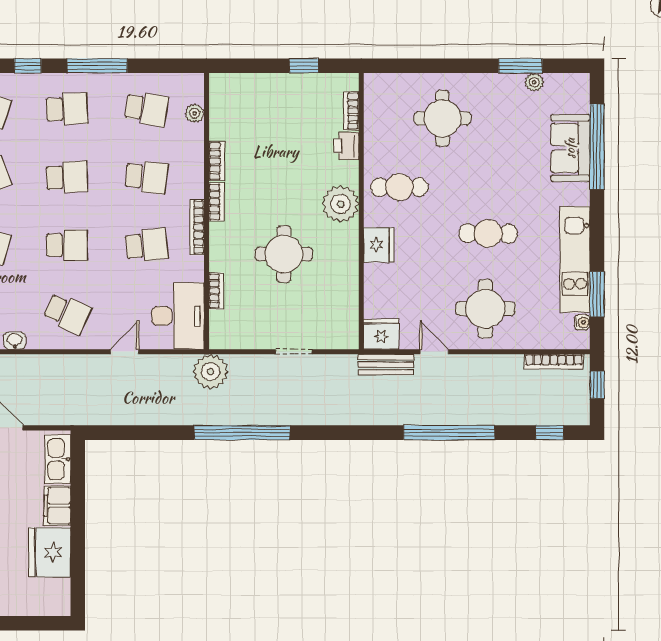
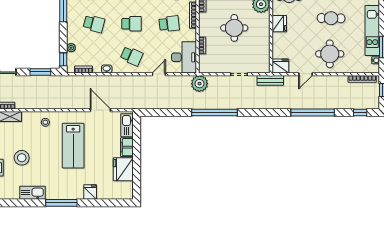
door: (434, 352) -> (306, 74), swing flipped
bench: (386, 365) -> (270, 80), moved

